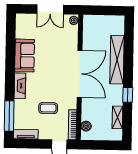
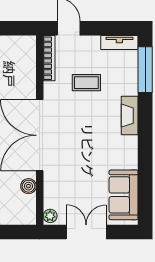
sofa: (25, 56) -> (124, 195), moved
boiler: (86, 126) -> (28, 186), moved

